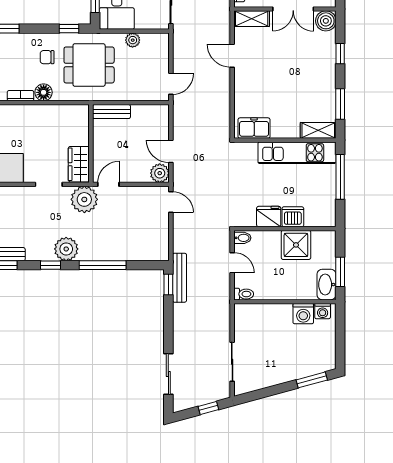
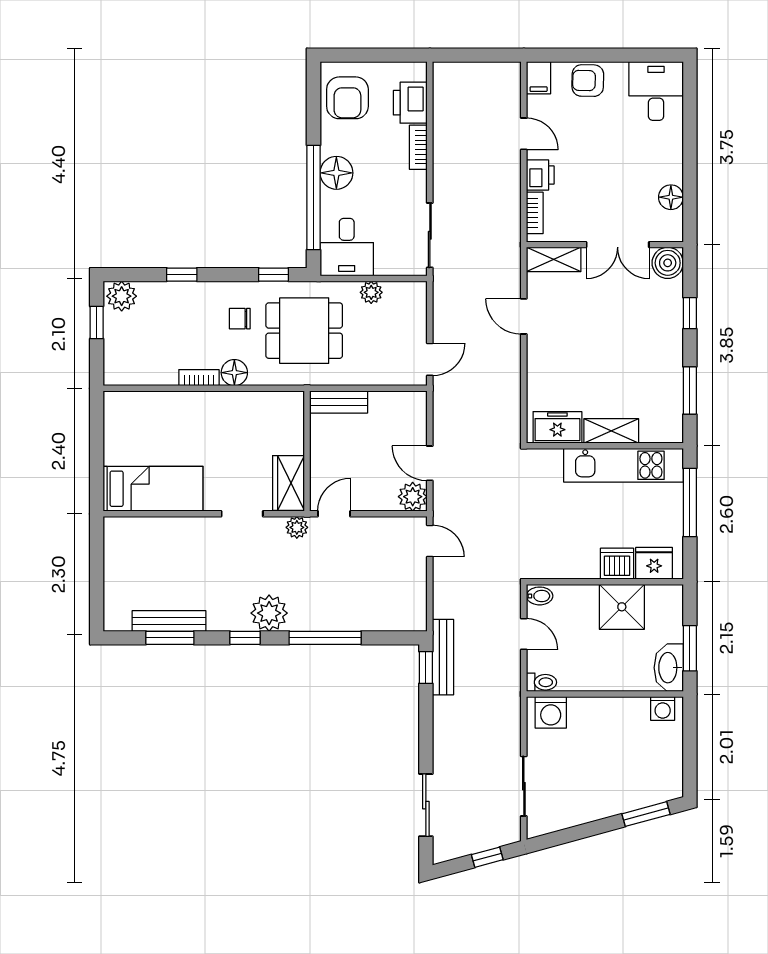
shelving: (318, 130) -> (611, 431), moved
plant: (84, 199) -> (297, 527), width x0.53, depth x0.53
fridge: (269, 217) -> (654, 563), moved
washing machine: (303, 314) -> (551, 712), moved

